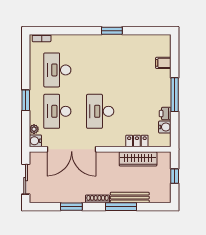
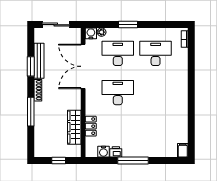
window: (112, 31) -> (191, 103), removed
filing cabinet: (163, 63) -> (183, 150), moved
bench: (130, 198) -> (39, 61), moved

